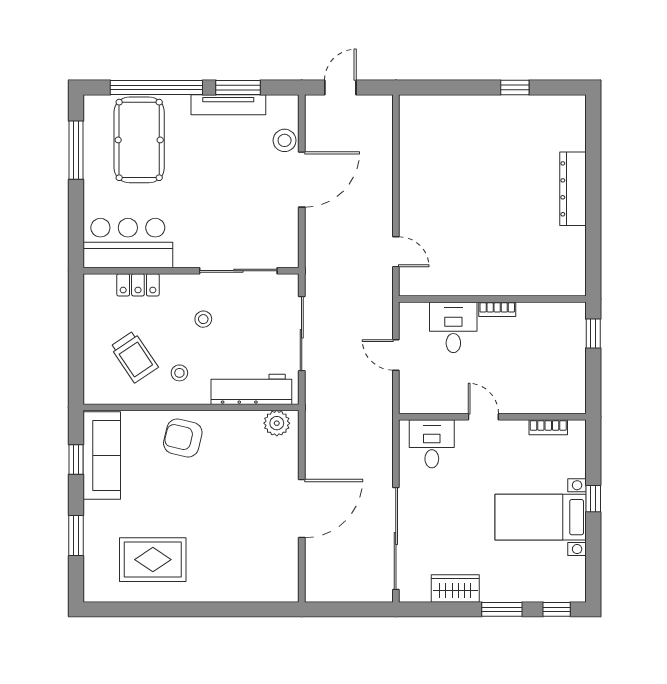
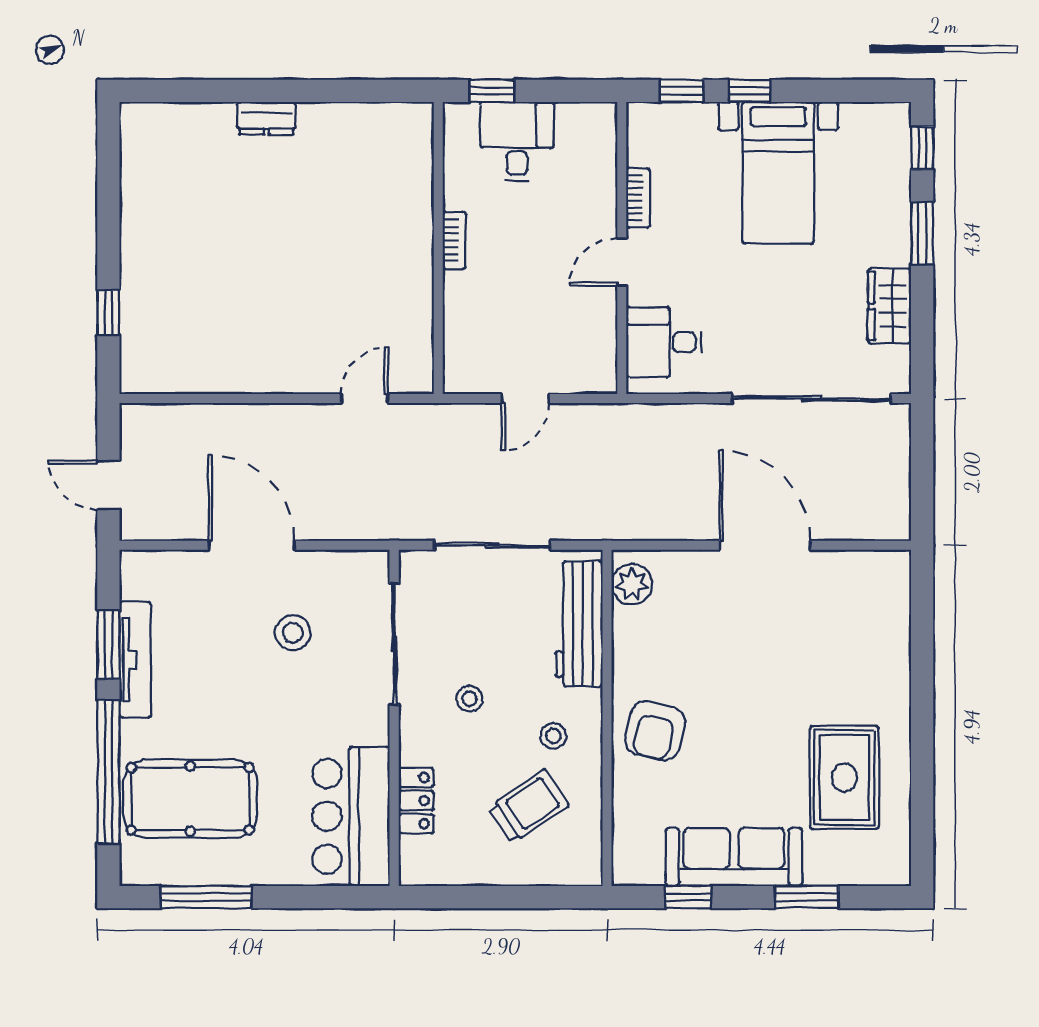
window: (515, 88) -> (108, 313), moved
stool: (285, 140) -> (293, 633), moved
dresser: (573, 189) -> (266, 118), width x0.51, depth x0.80
desk: (453, 327) -> (517, 141), moved, turned 90
bookcase: (548, 427) -> (638, 198), moved
window: (593, 455) -> (682, 91), added
sofa: (102, 456) -> (734, 857), moved

